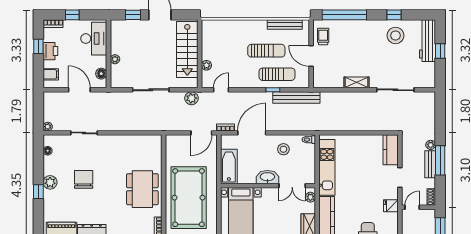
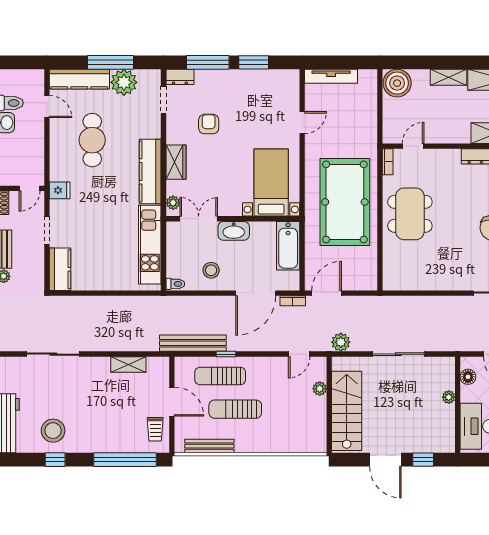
shelving: (357, 82) -> (128, 364), moved

